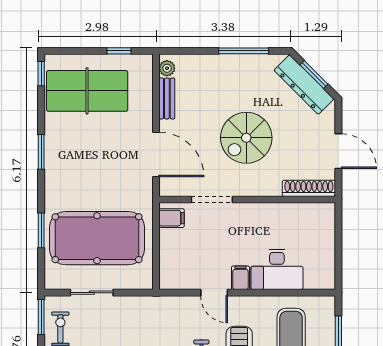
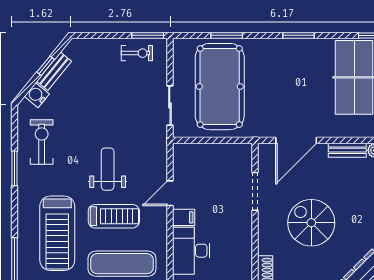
filing cabinet: (172, 218) -> (238, 155), removed
sliding door: (92, 293) -> (170, 106), moved

